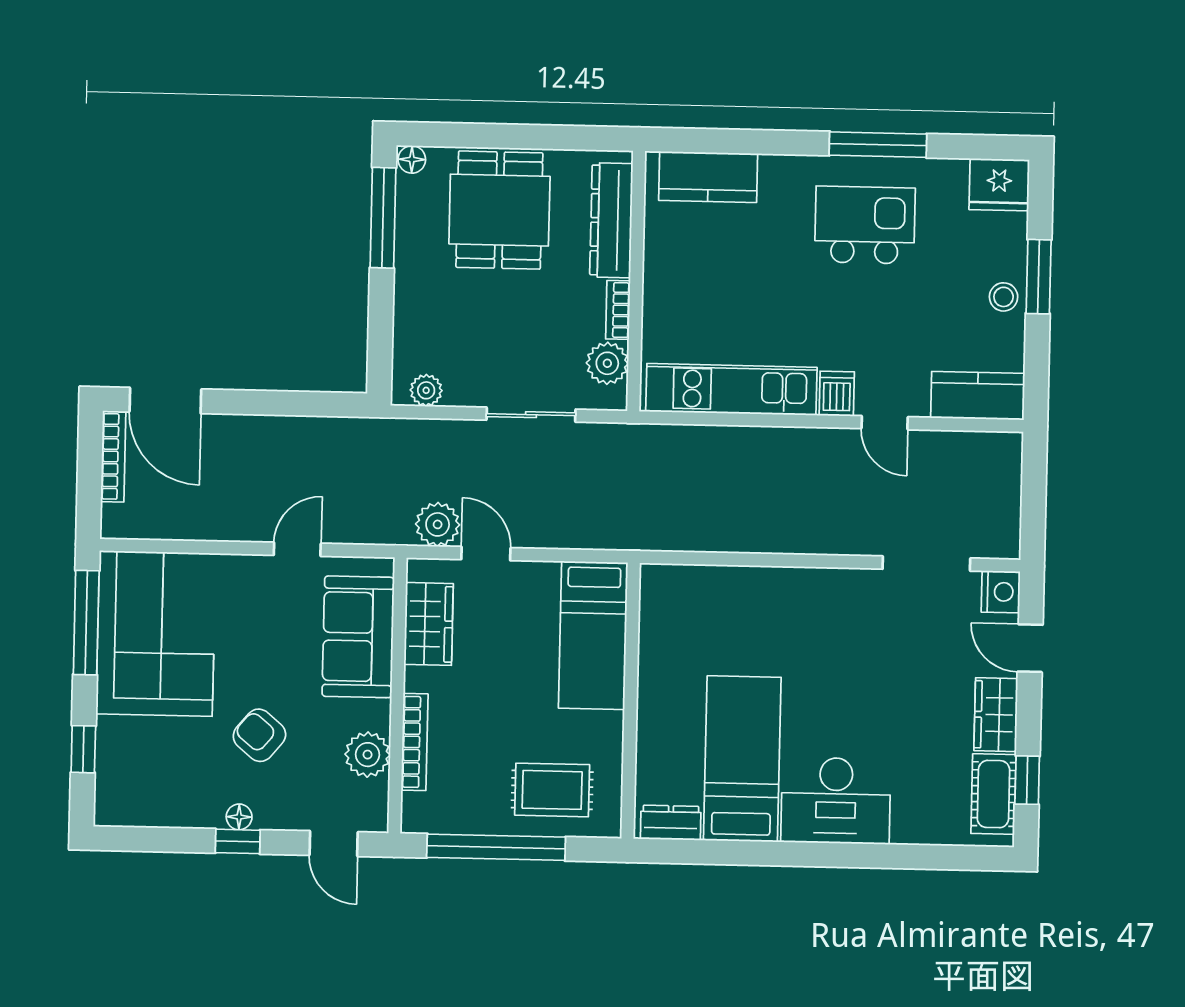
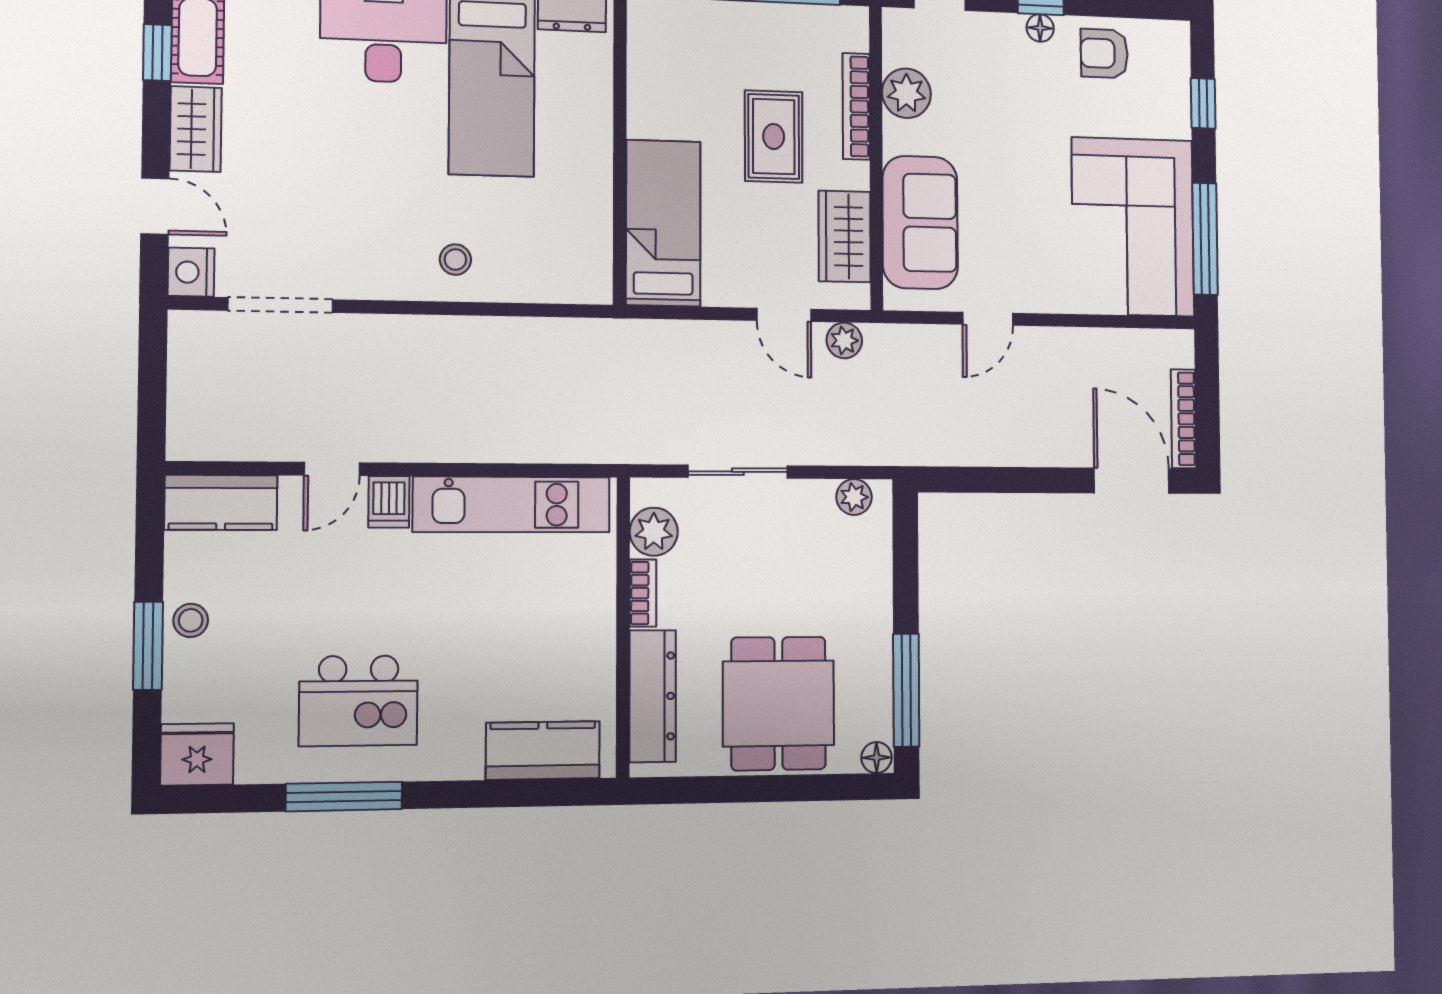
door: (885, 423) -> (332, 469), swing flipped
plant: (438, 524) -> (844, 340), width x0.73, depth x0.73
stool: (777, 603) -> (455, 260), added
armchair: (259, 735) -> (1104, 53), moved, turned 140
rug: (552, 790) -> (774, 137), moved, turned 90

